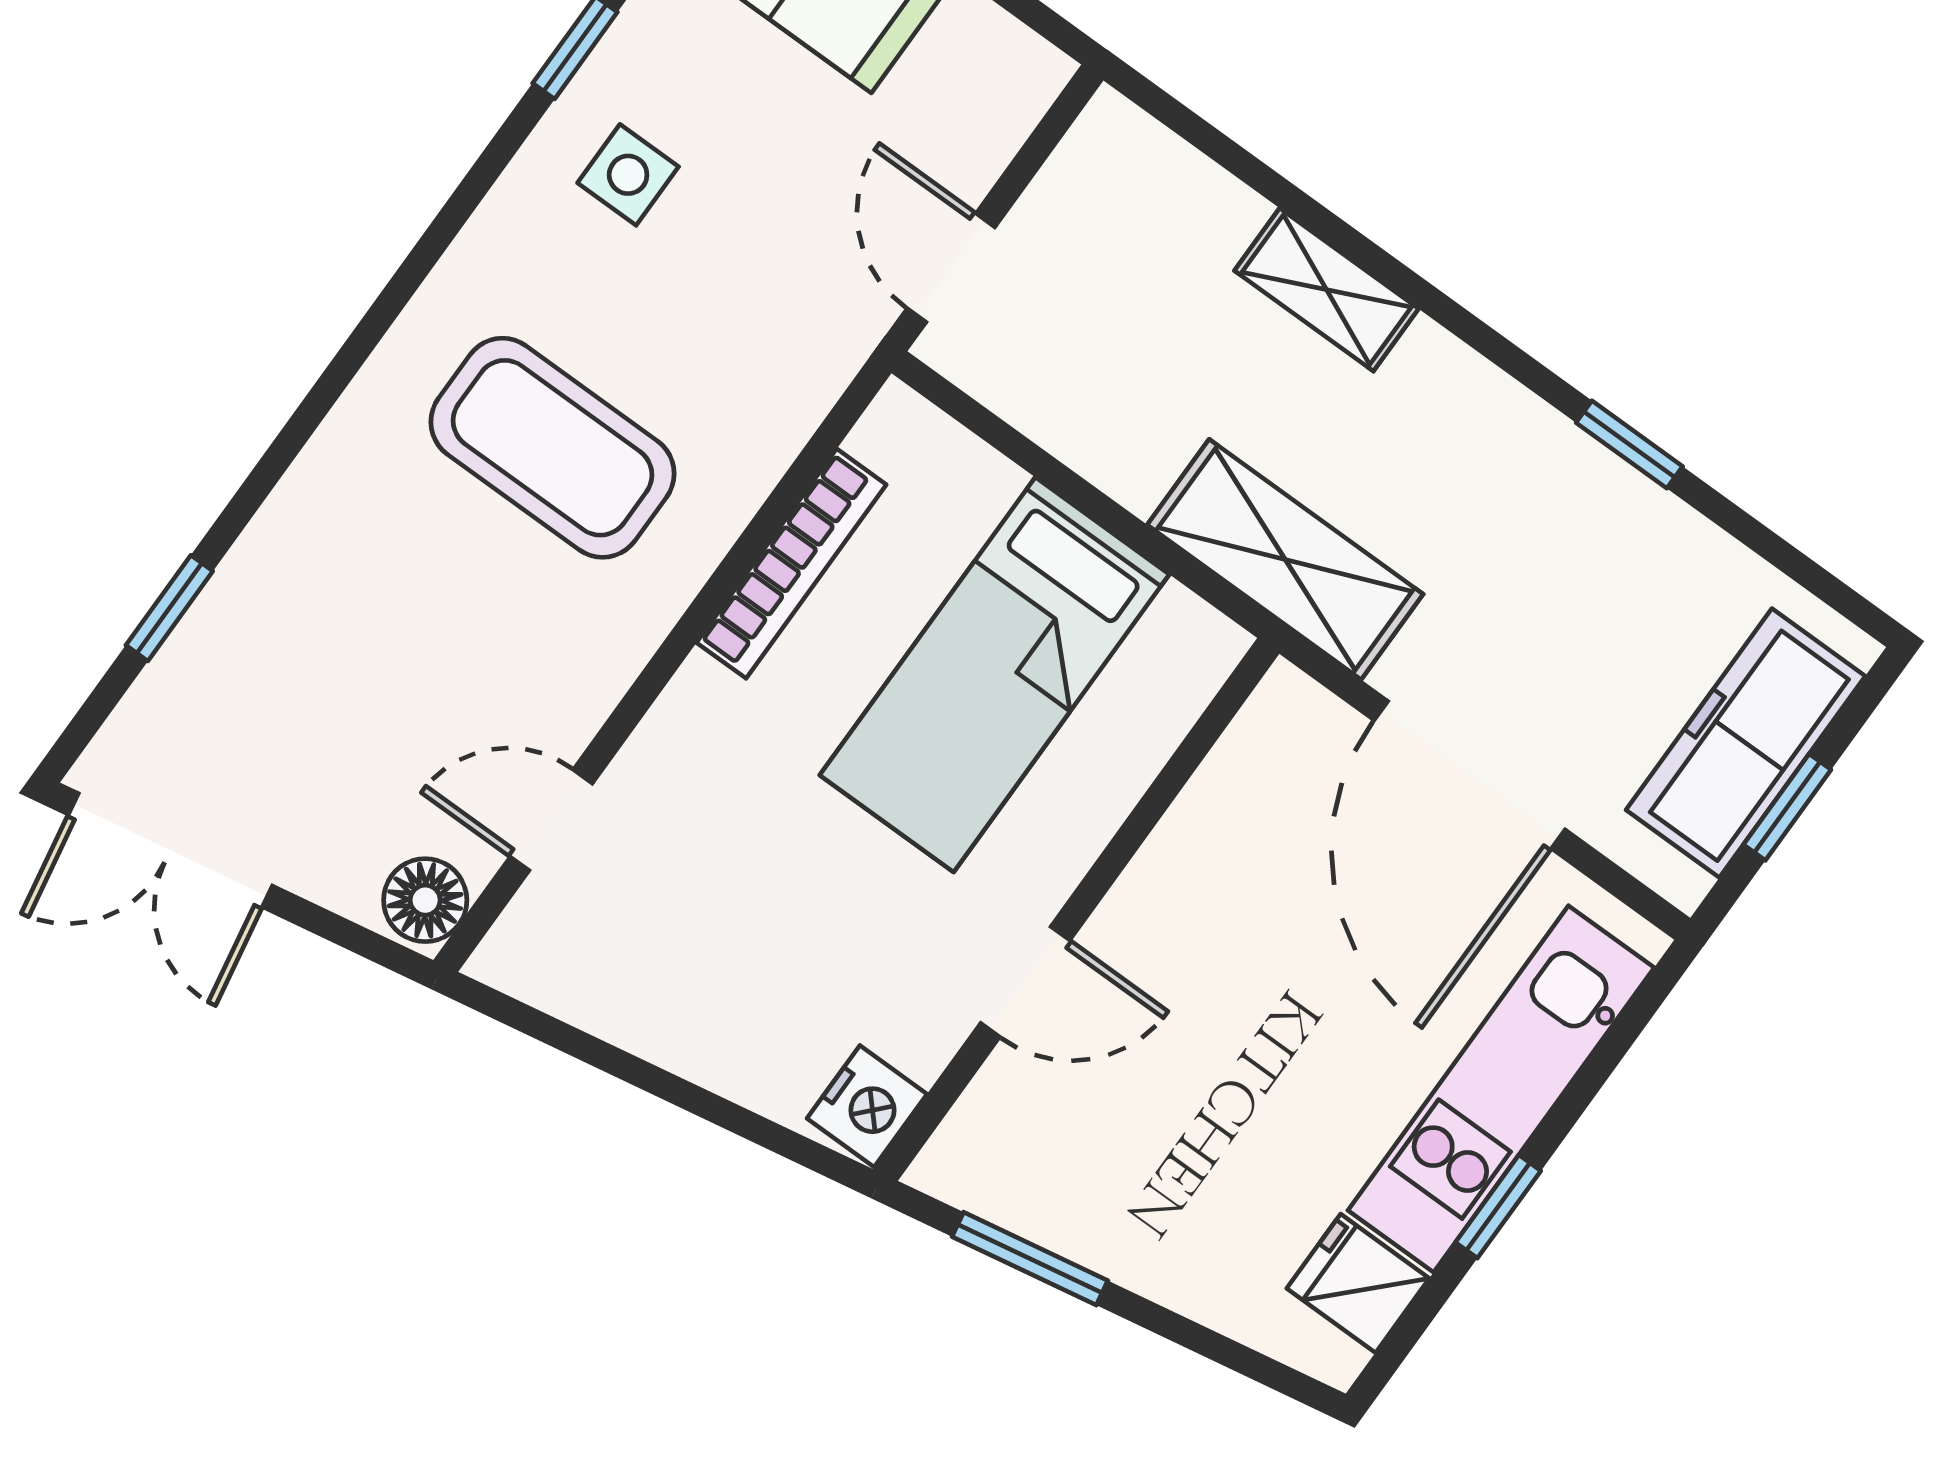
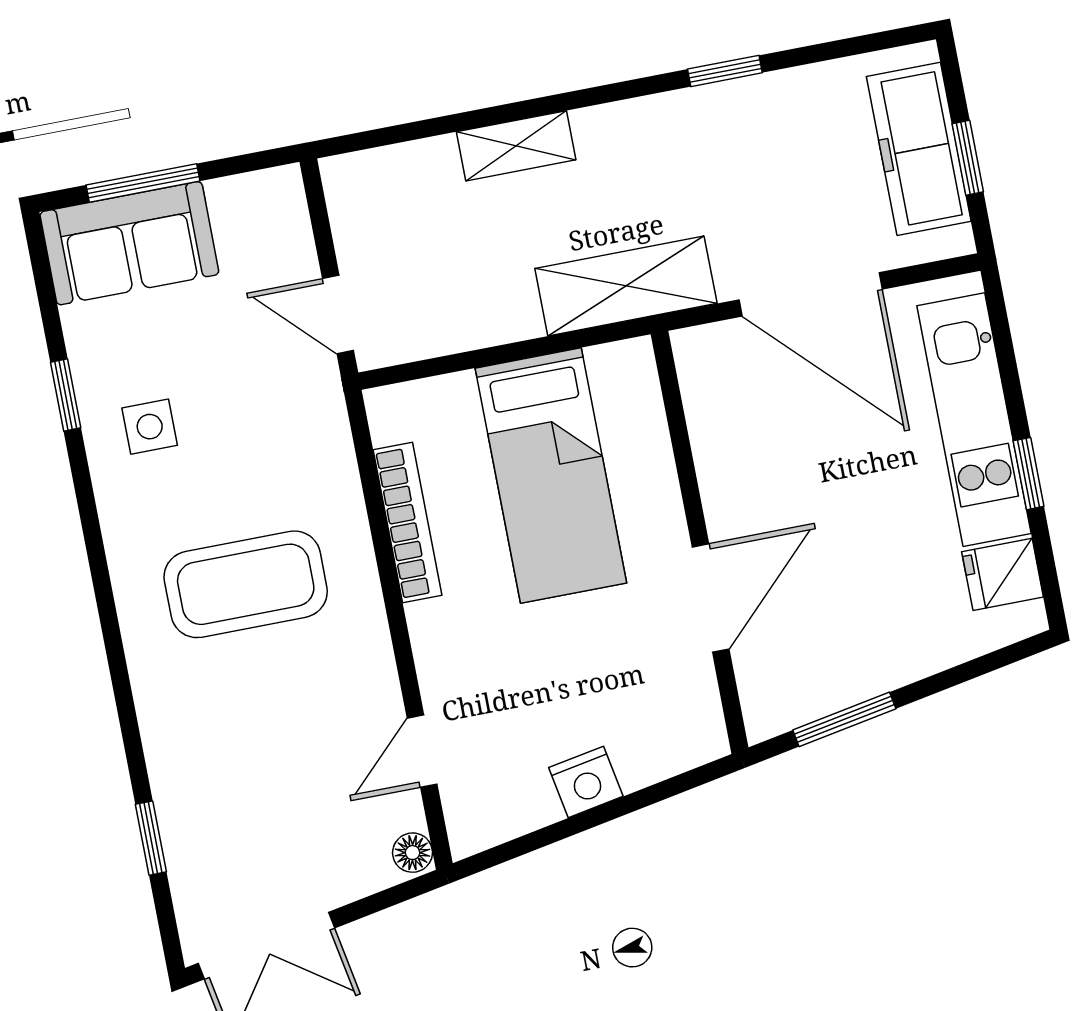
floor lamp: (425, 900) -> (413, 853), width x0.73, depth x0.73
door: (1025, 982) -> (711, 598), width x1.38
nightstand: (867, 1106) -> (586, 782), moved, turned 80

